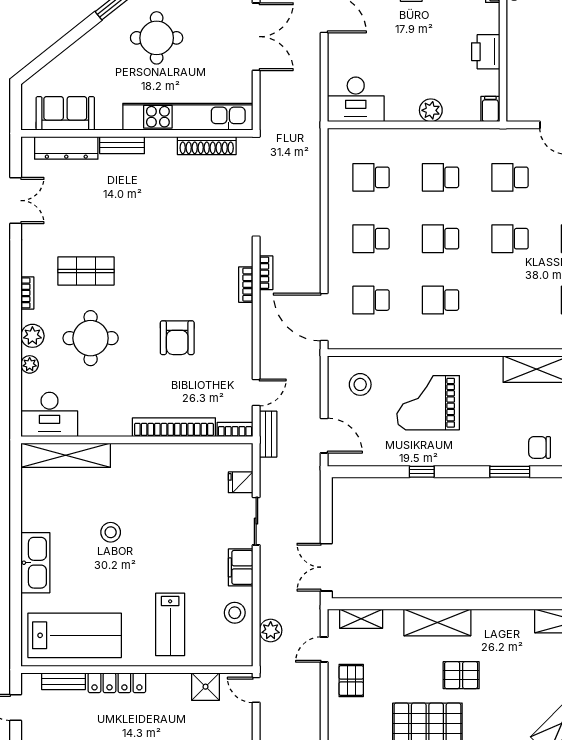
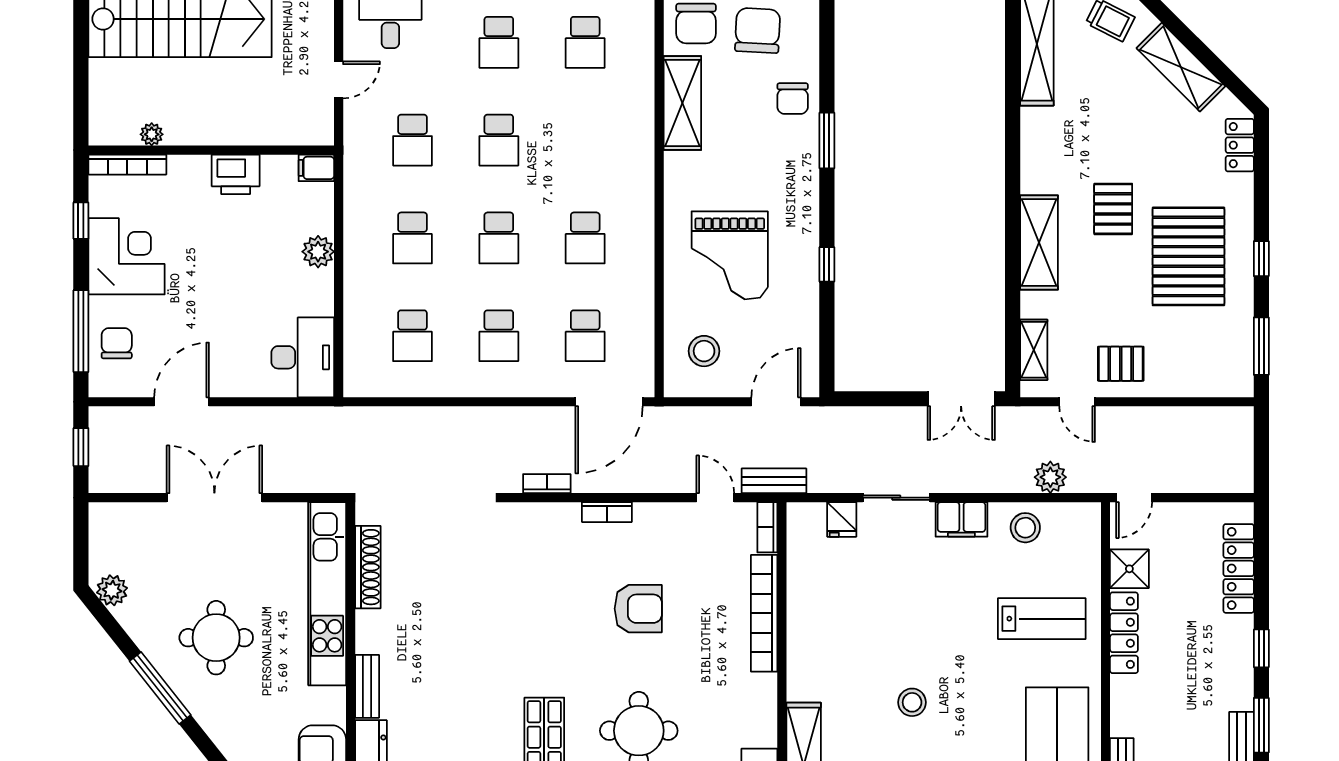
bookcase: (246, 285) -> (607, 512), moved
locker: (117, 683) -> (1124, 633), moved

